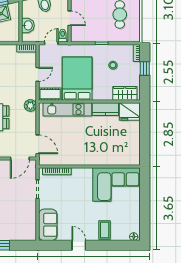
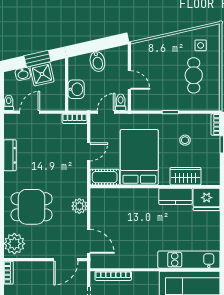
wardrobe: (125, 93) -> (186, 176), moved
plant: (30, 105) -> (79, 206), moved
kitchen unit: (67, 109) -> (189, 260), moved, turned 180

